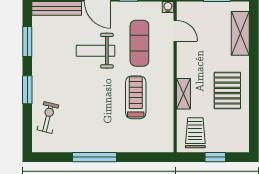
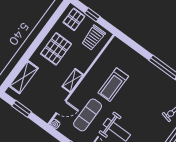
door: (175, 31) -> (61, 107), swing flipped
shelving: (184, 94) -> (73, 81), moved
pallet: (232, 137) -> (74, 19), added

